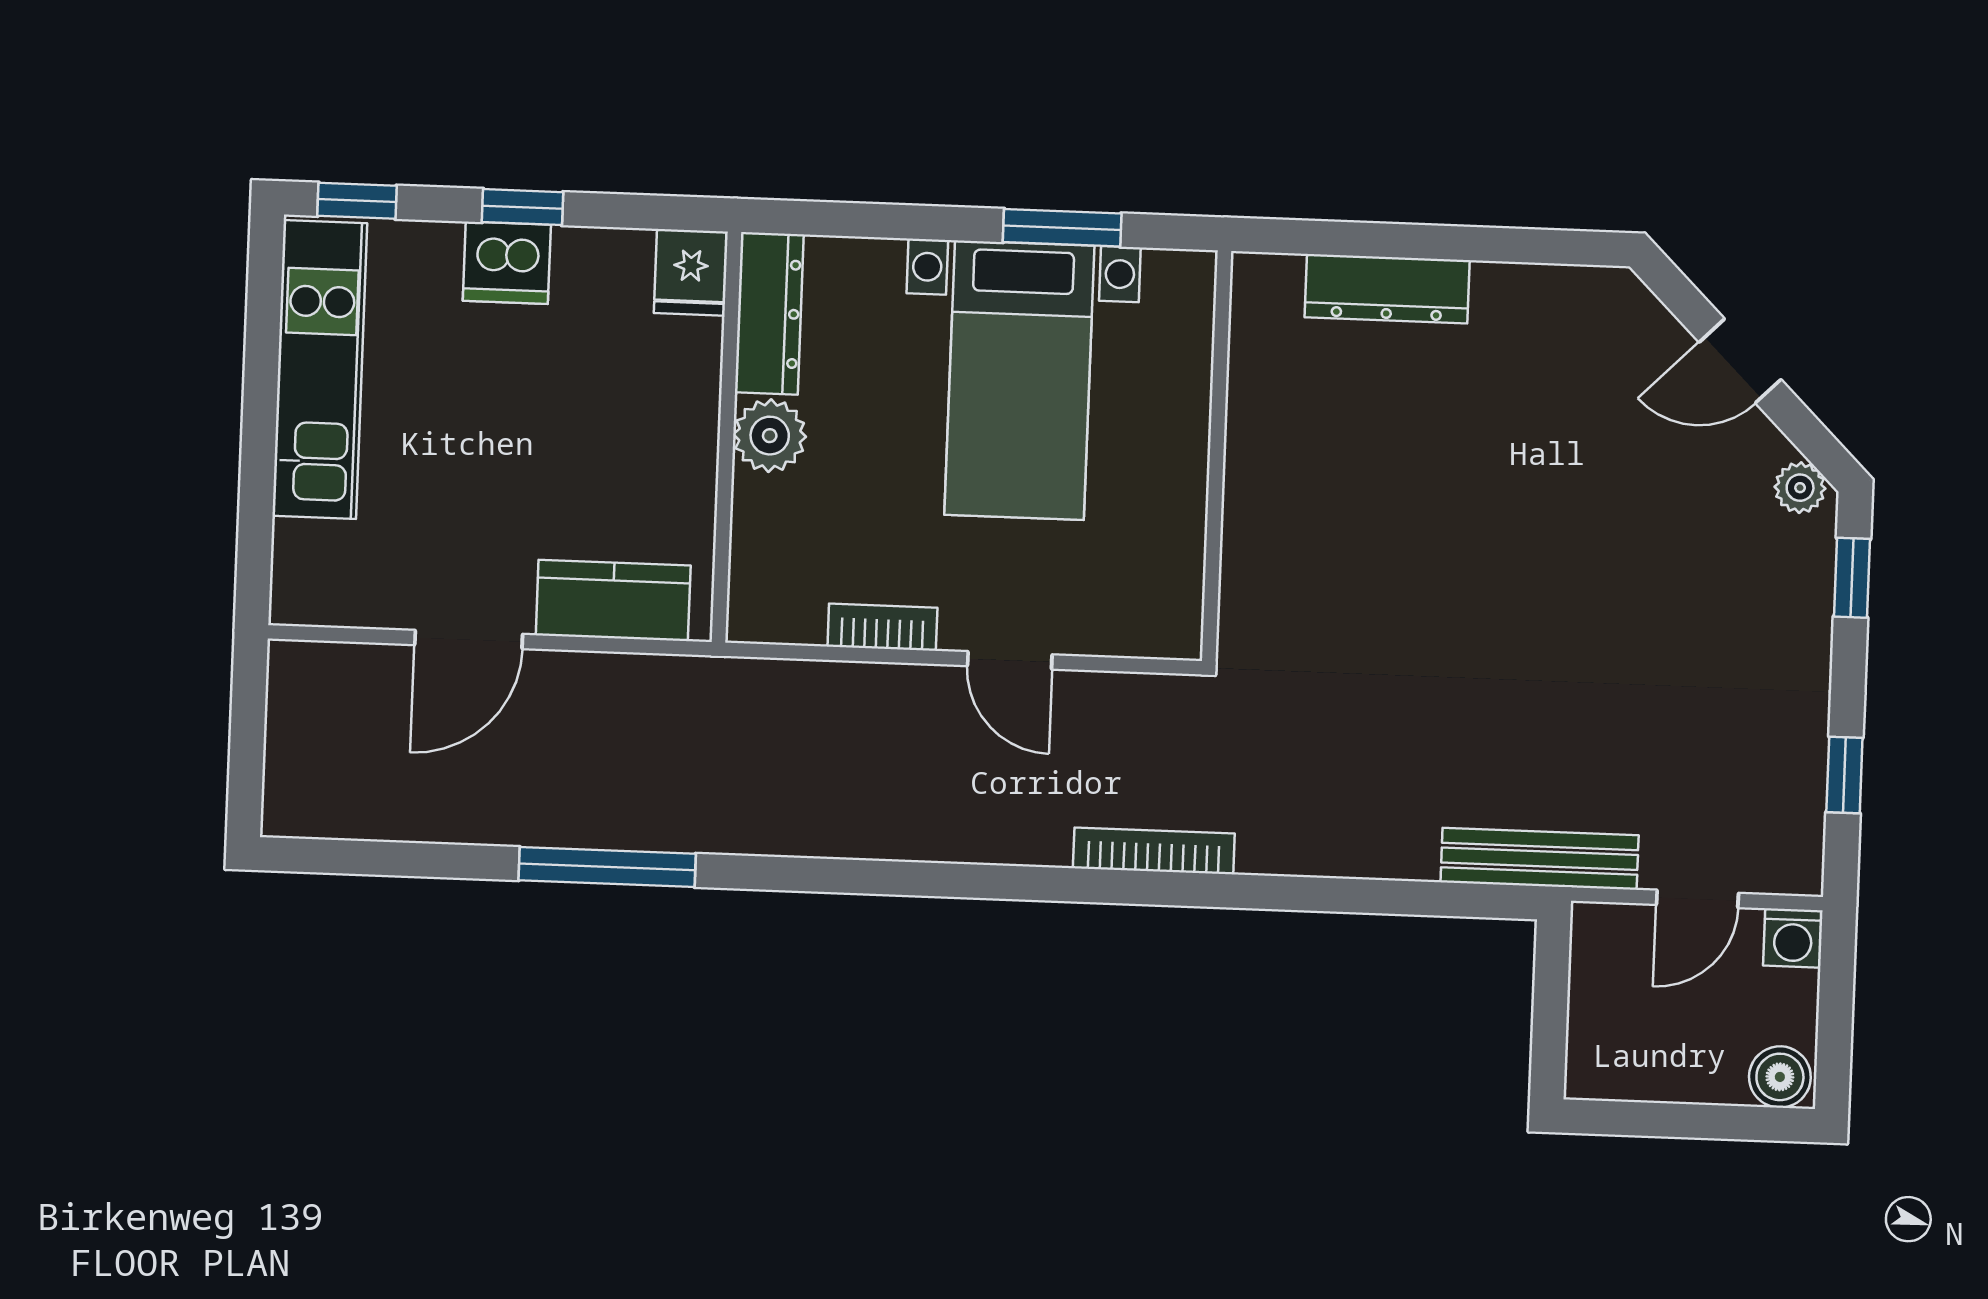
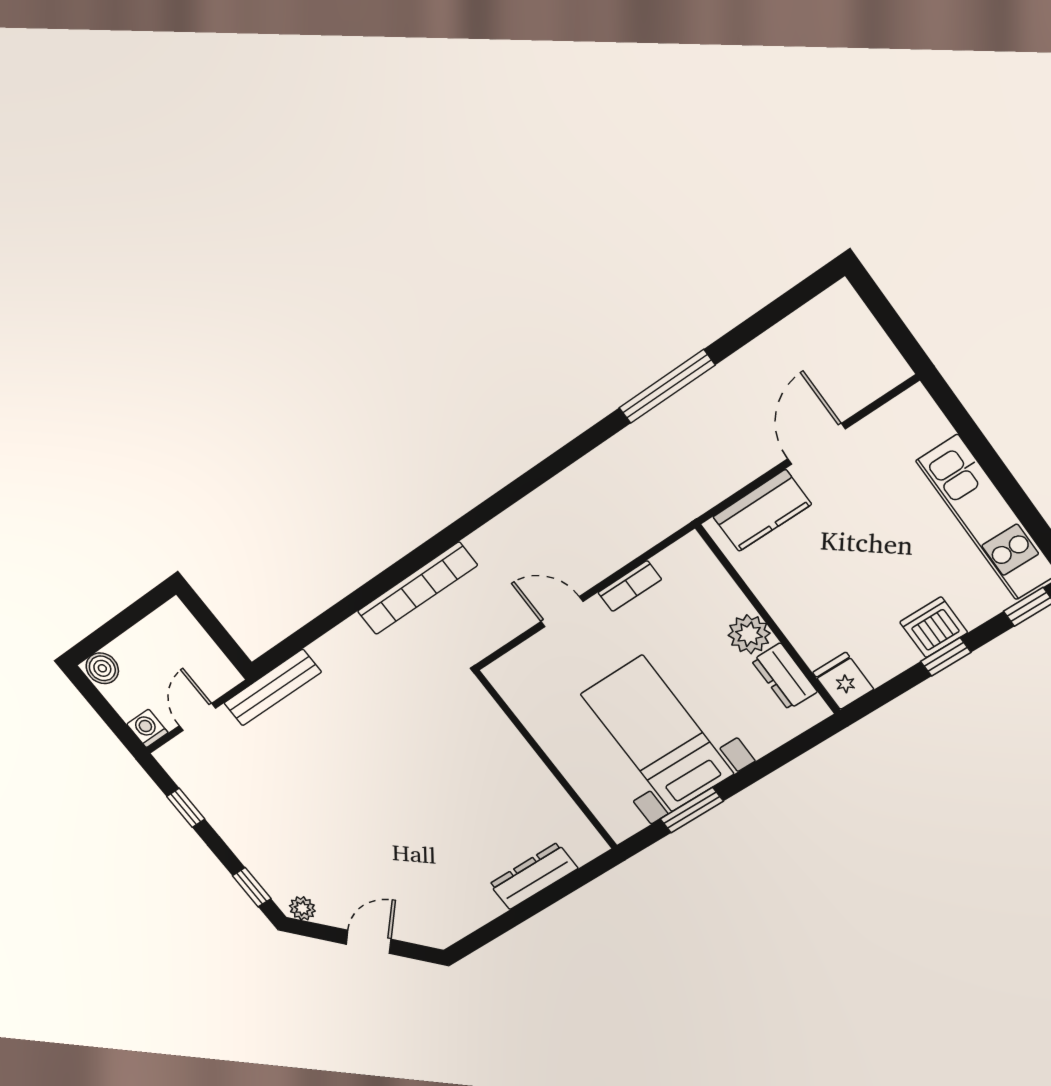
dresser: (769, 313) -> (784, 676), width x0.70
bookcase: (1154, 851) -> (417, 588), width x1.48, depth x1.31

